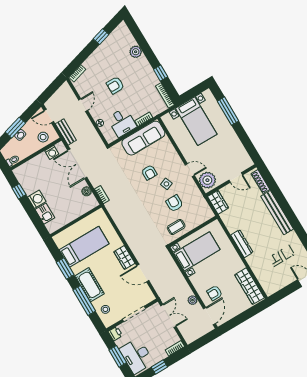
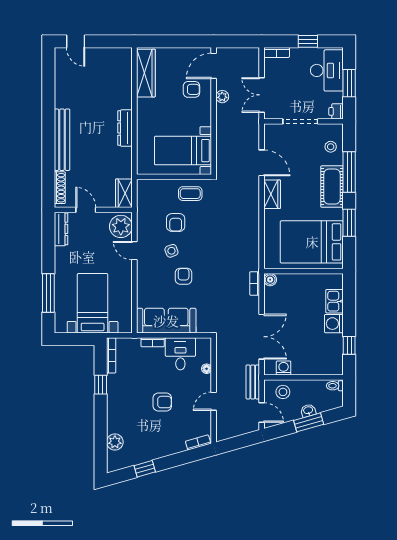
plant: (136, 52) -> (115, 442), moved
dresser: (244, 156) -> (61, 229), added
boiler: (87, 191) -> (270, 280), moved
bed: (84, 247) -> (312, 242), width x1.50

